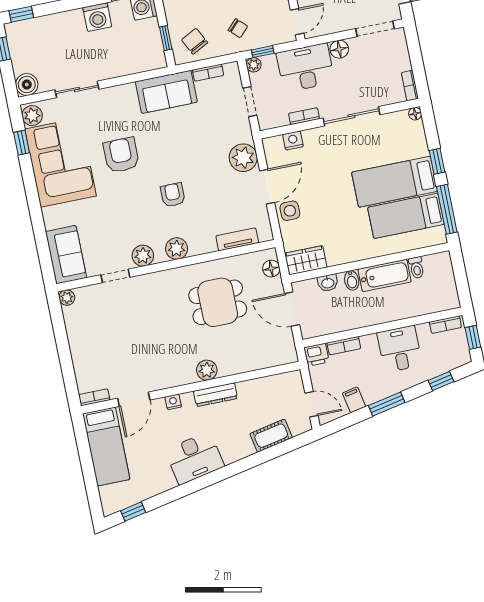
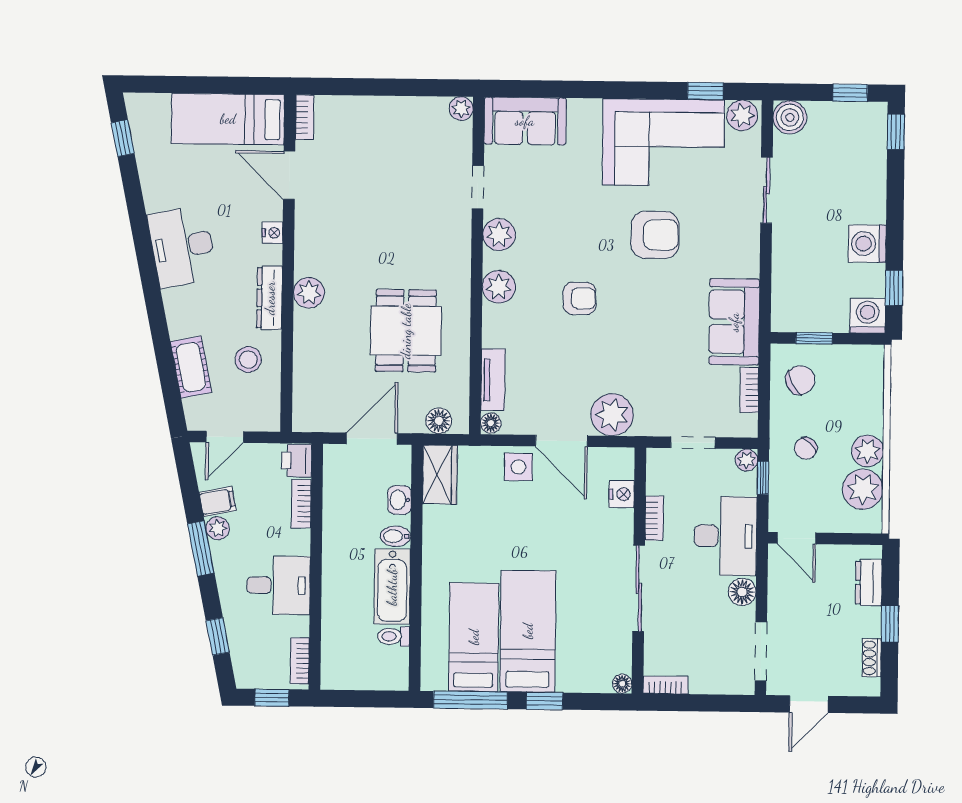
floor lamp: (265, 235) -> (491, 423), added
plant: (371, 396) -> (218, 528), added
stool: (258, 400) -> (248, 360), added

